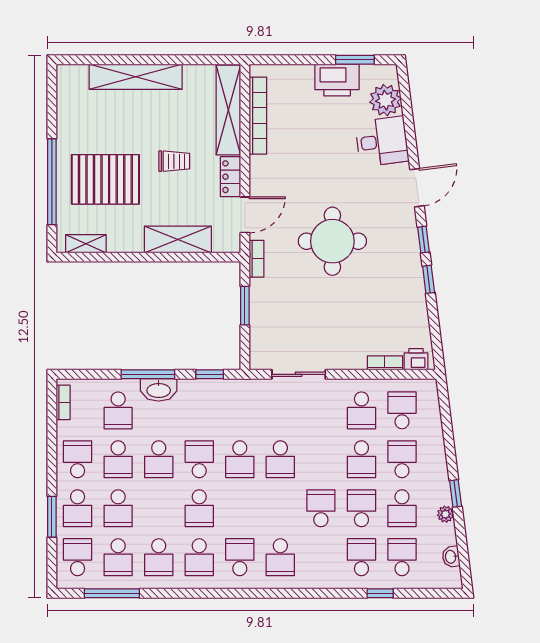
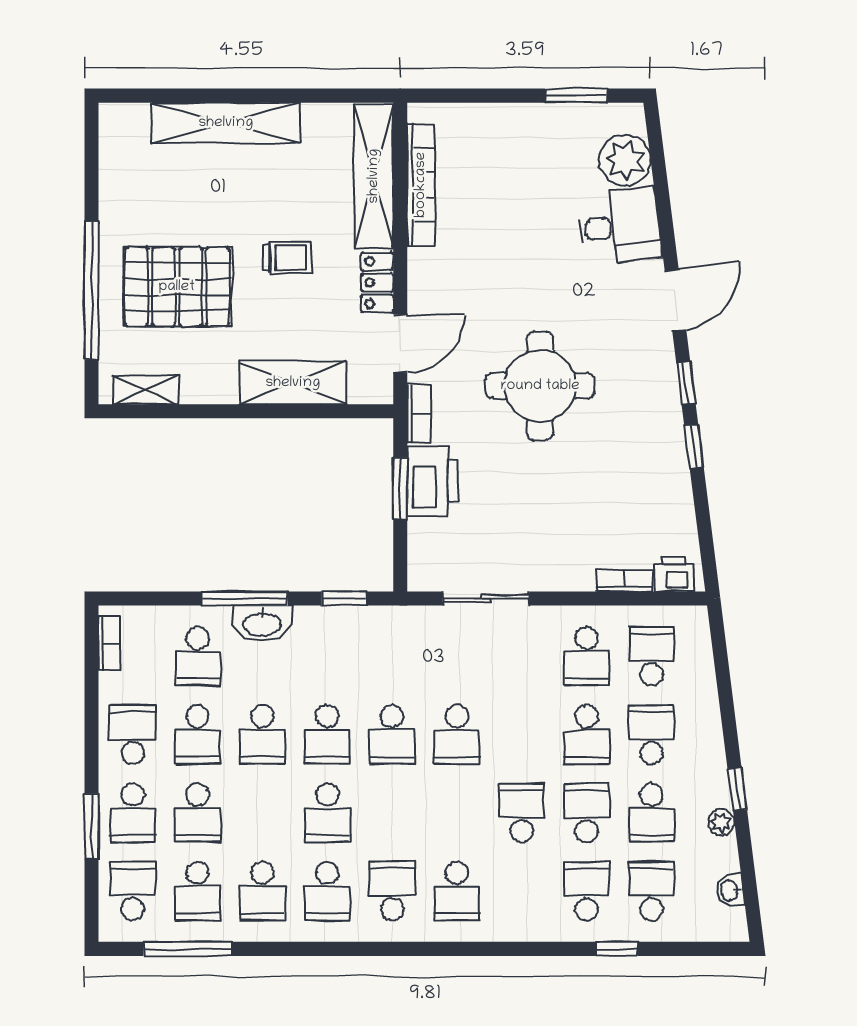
printer: (337, 80) -> (433, 481), moved, turned -90
school desk: (199, 459) -> (327, 735), turned 180

